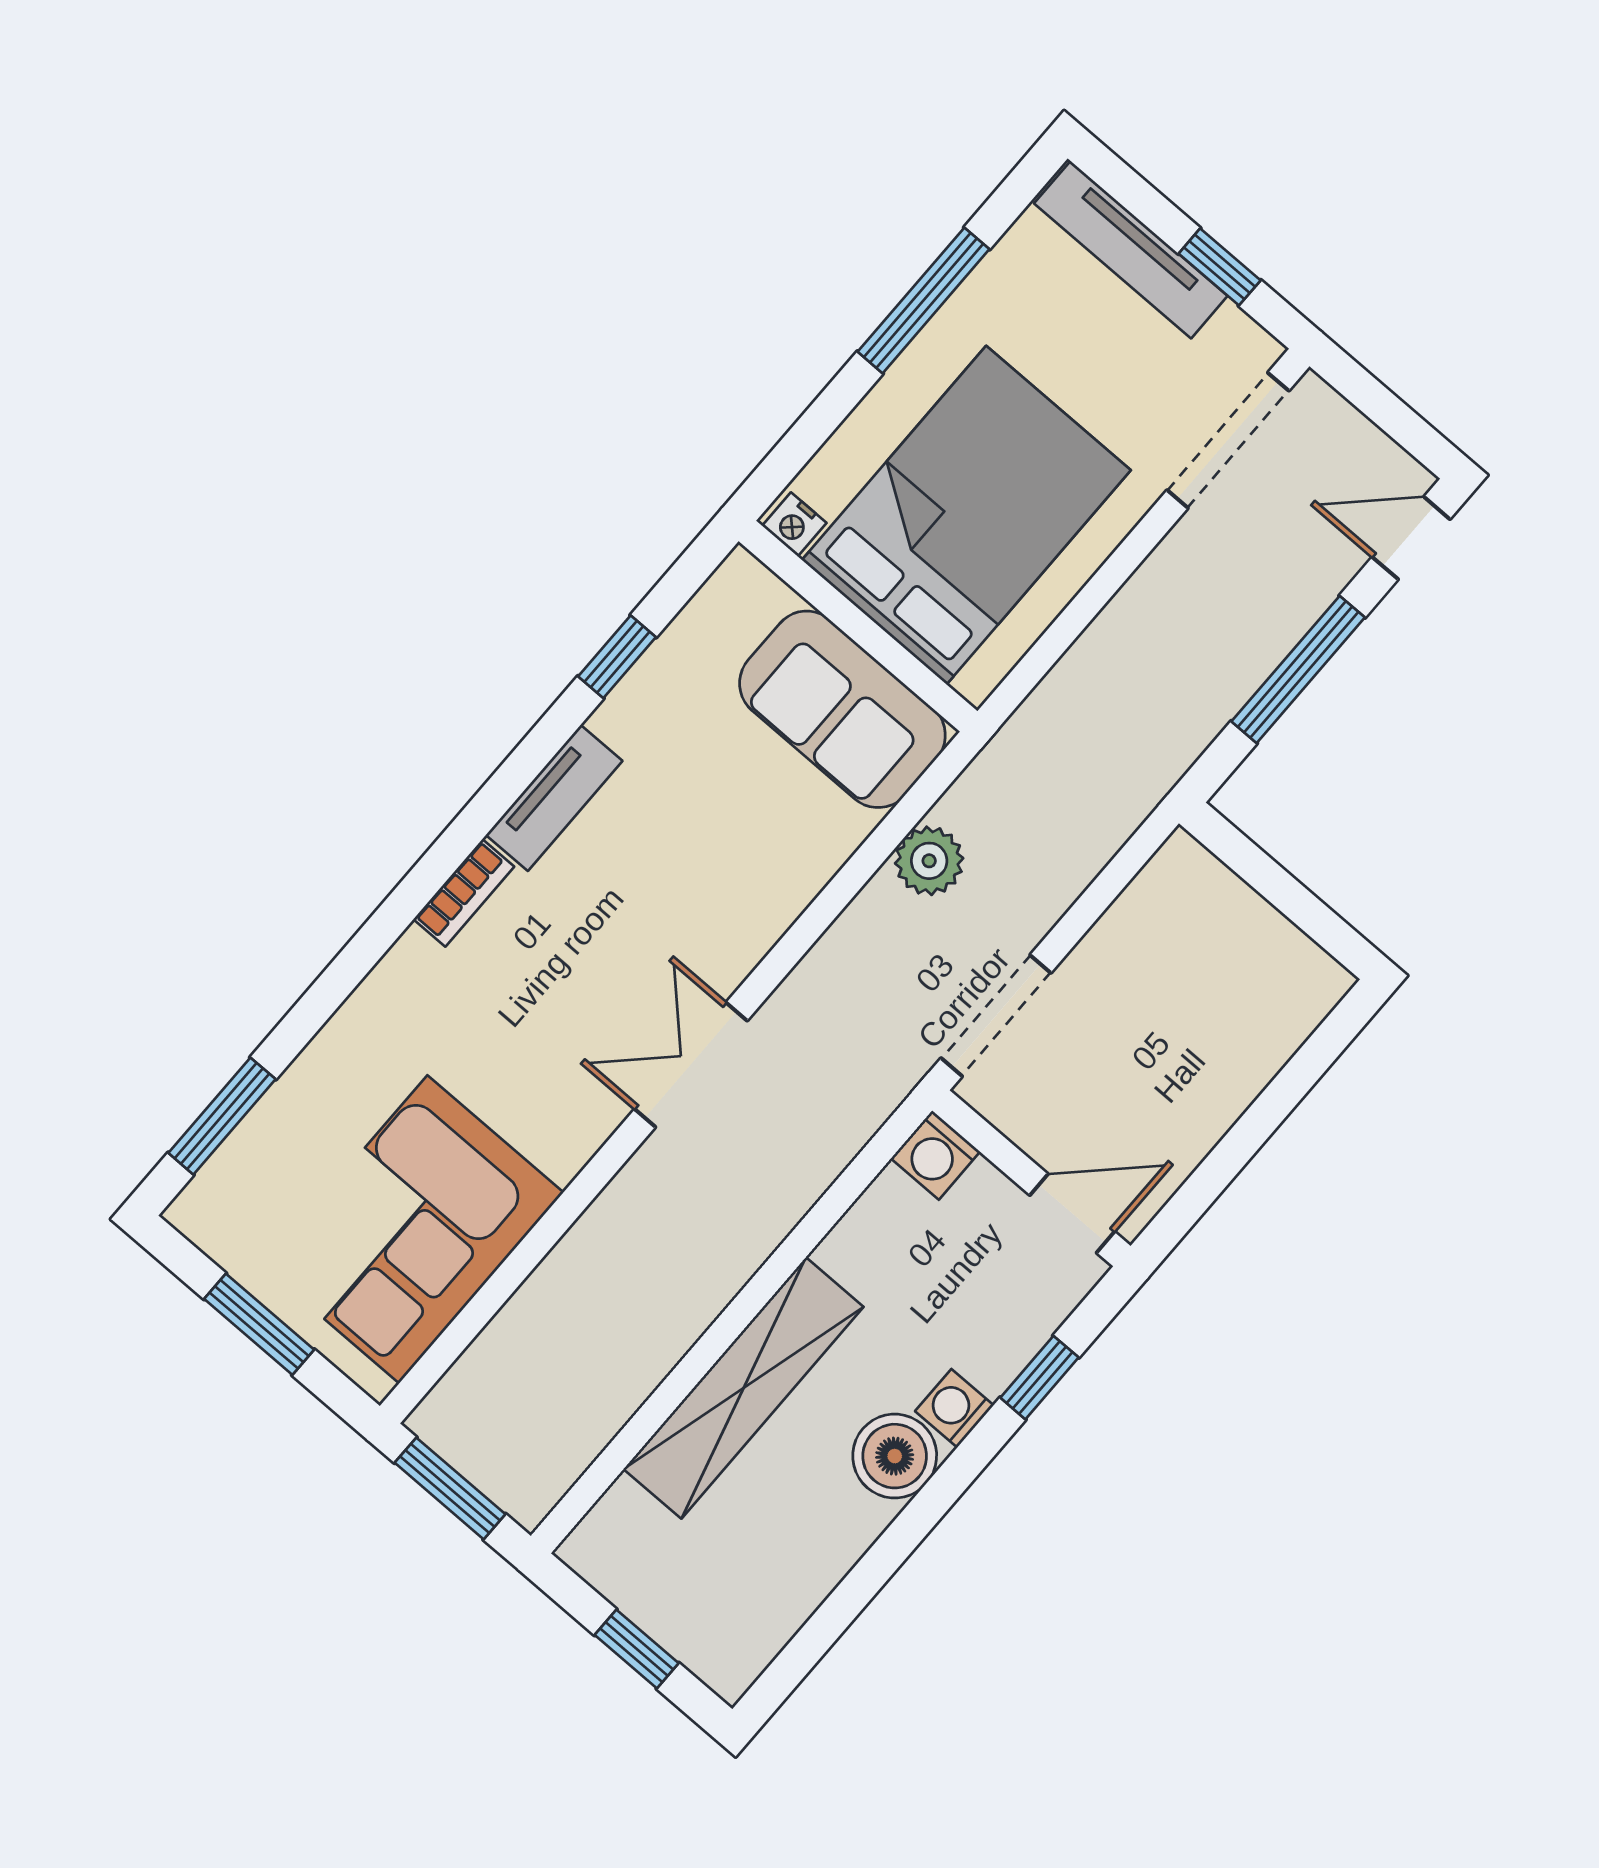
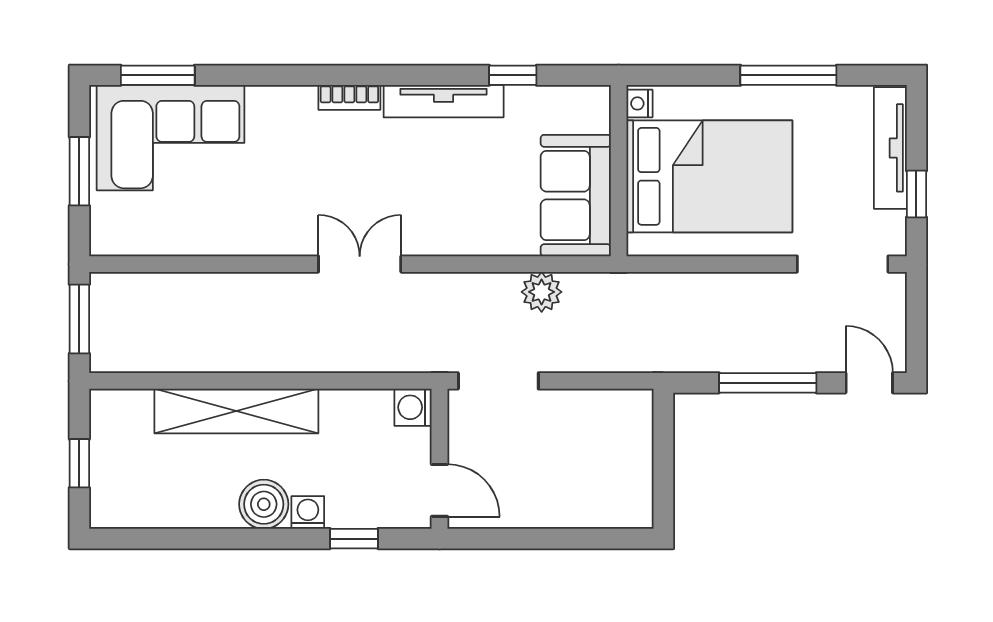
tv unit: (554, 798) -> (444, 101), width x1.41
corner sofa: (413, 1229) -> (171, 138), moved, turned 180

